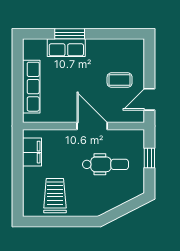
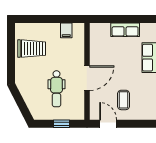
row of seats: (31, 87) -> (125, 30), width x0.68
filing cabinet: (32, 152) -> (66, 30), width x0.50

